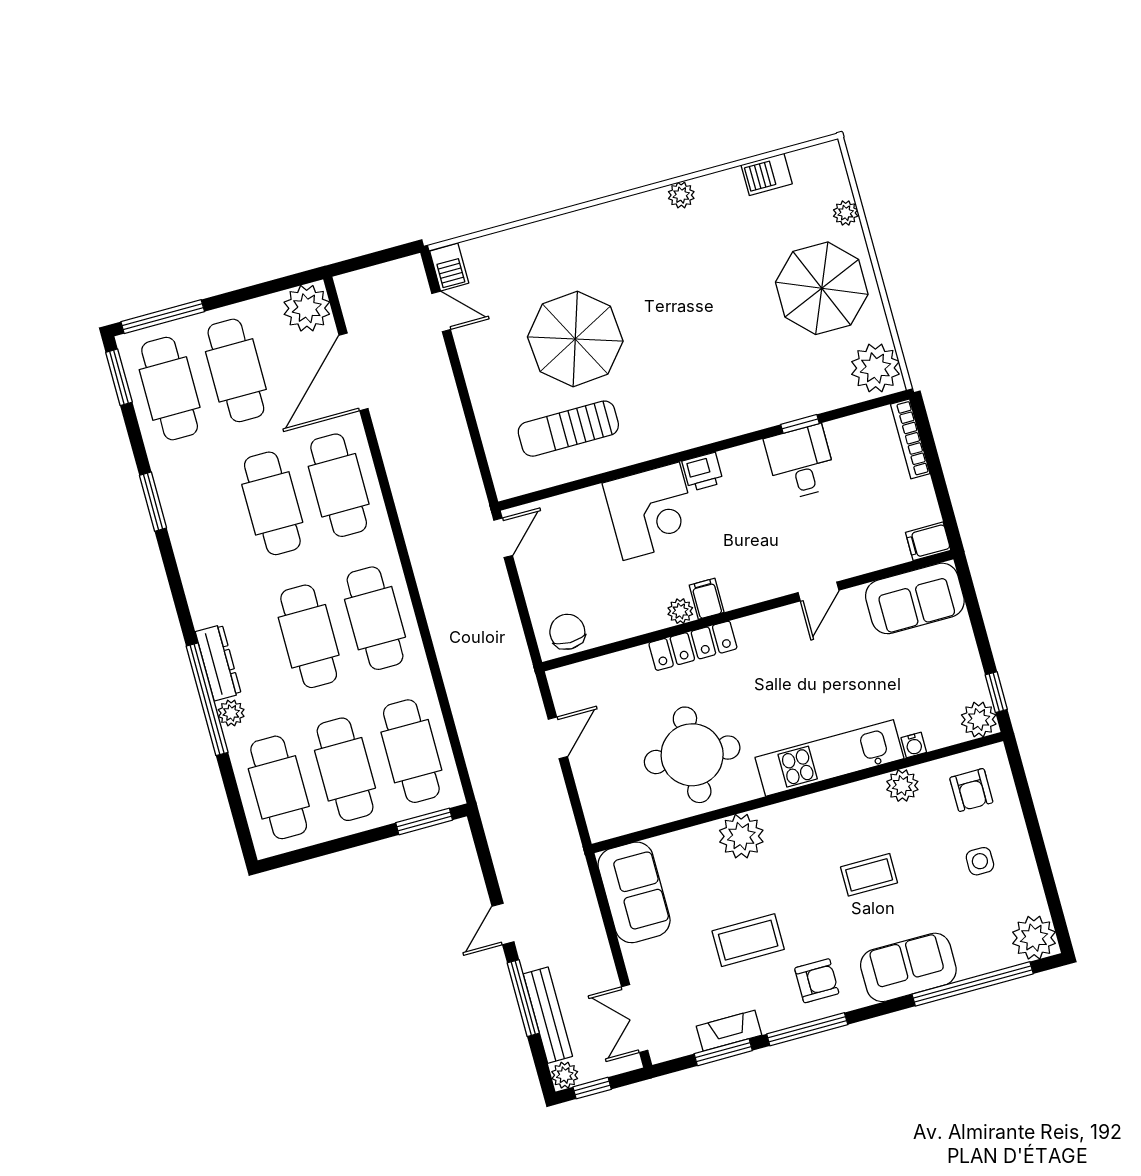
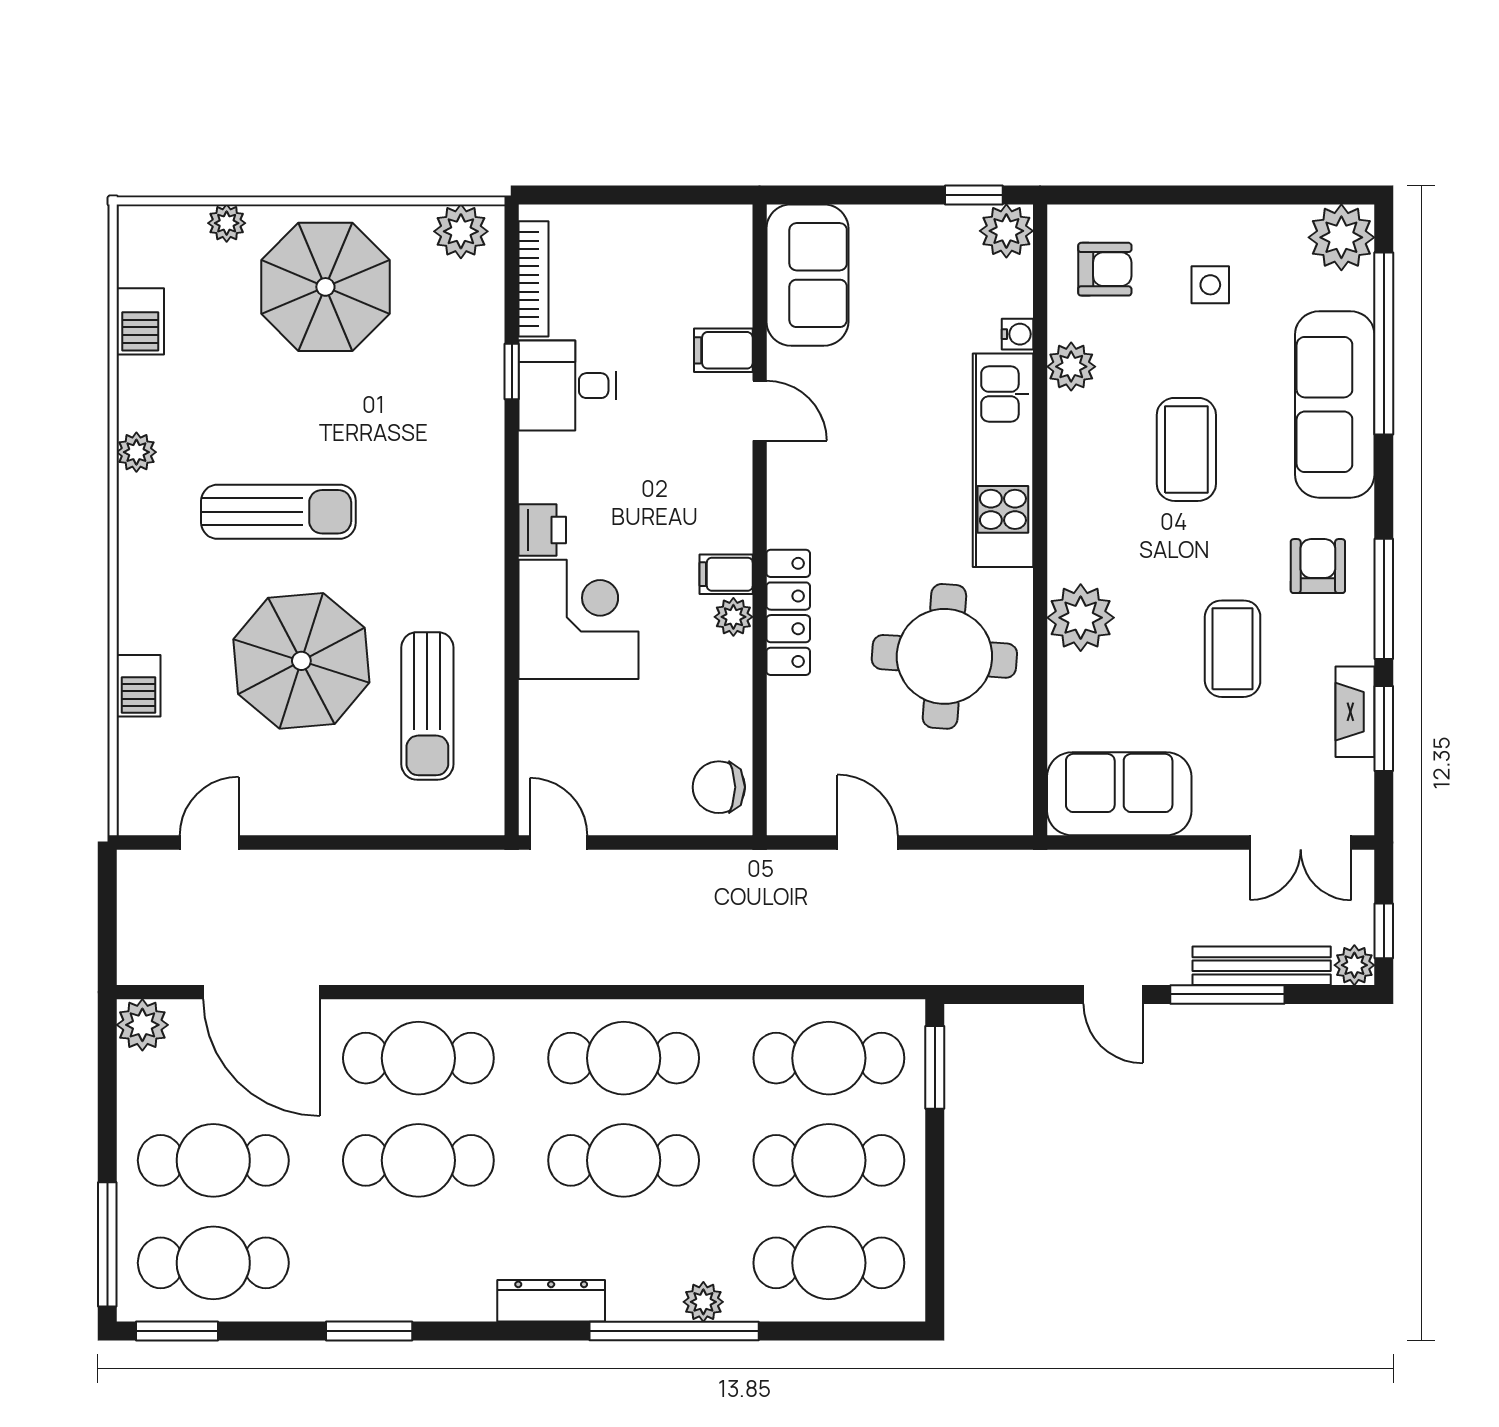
barbecue: (449, 267) -> (139, 686), moved, turned 90
sun lounger: (668, 298) -> (278, 512), added
plant: (307, 308) -> (142, 1025), width x0.73, depth x0.73
plant: (875, 368) -> (461, 231), width x0.73, depth x0.73
bookcase: (910, 439) -> (534, 279), moved, turned -90
filing cabinet: (928, 541) -> (723, 350), moved, turned 90
dresser: (218, 663) -> (551, 1301), moved
coffee table: (869, 875) -> (1186, 449), width x1.36, depth x1.30
sofa: (908, 967) -> (1335, 404), width x1.36

